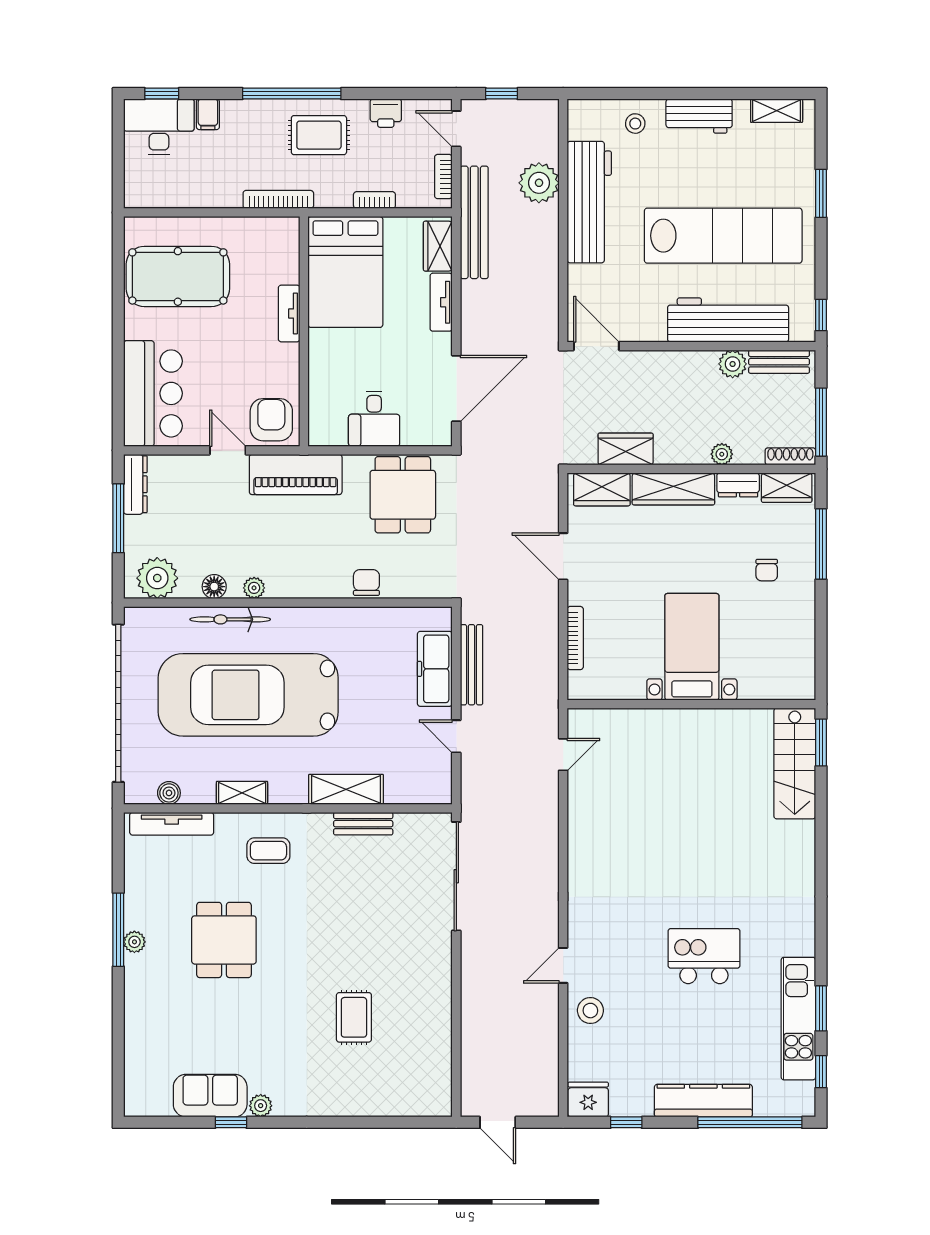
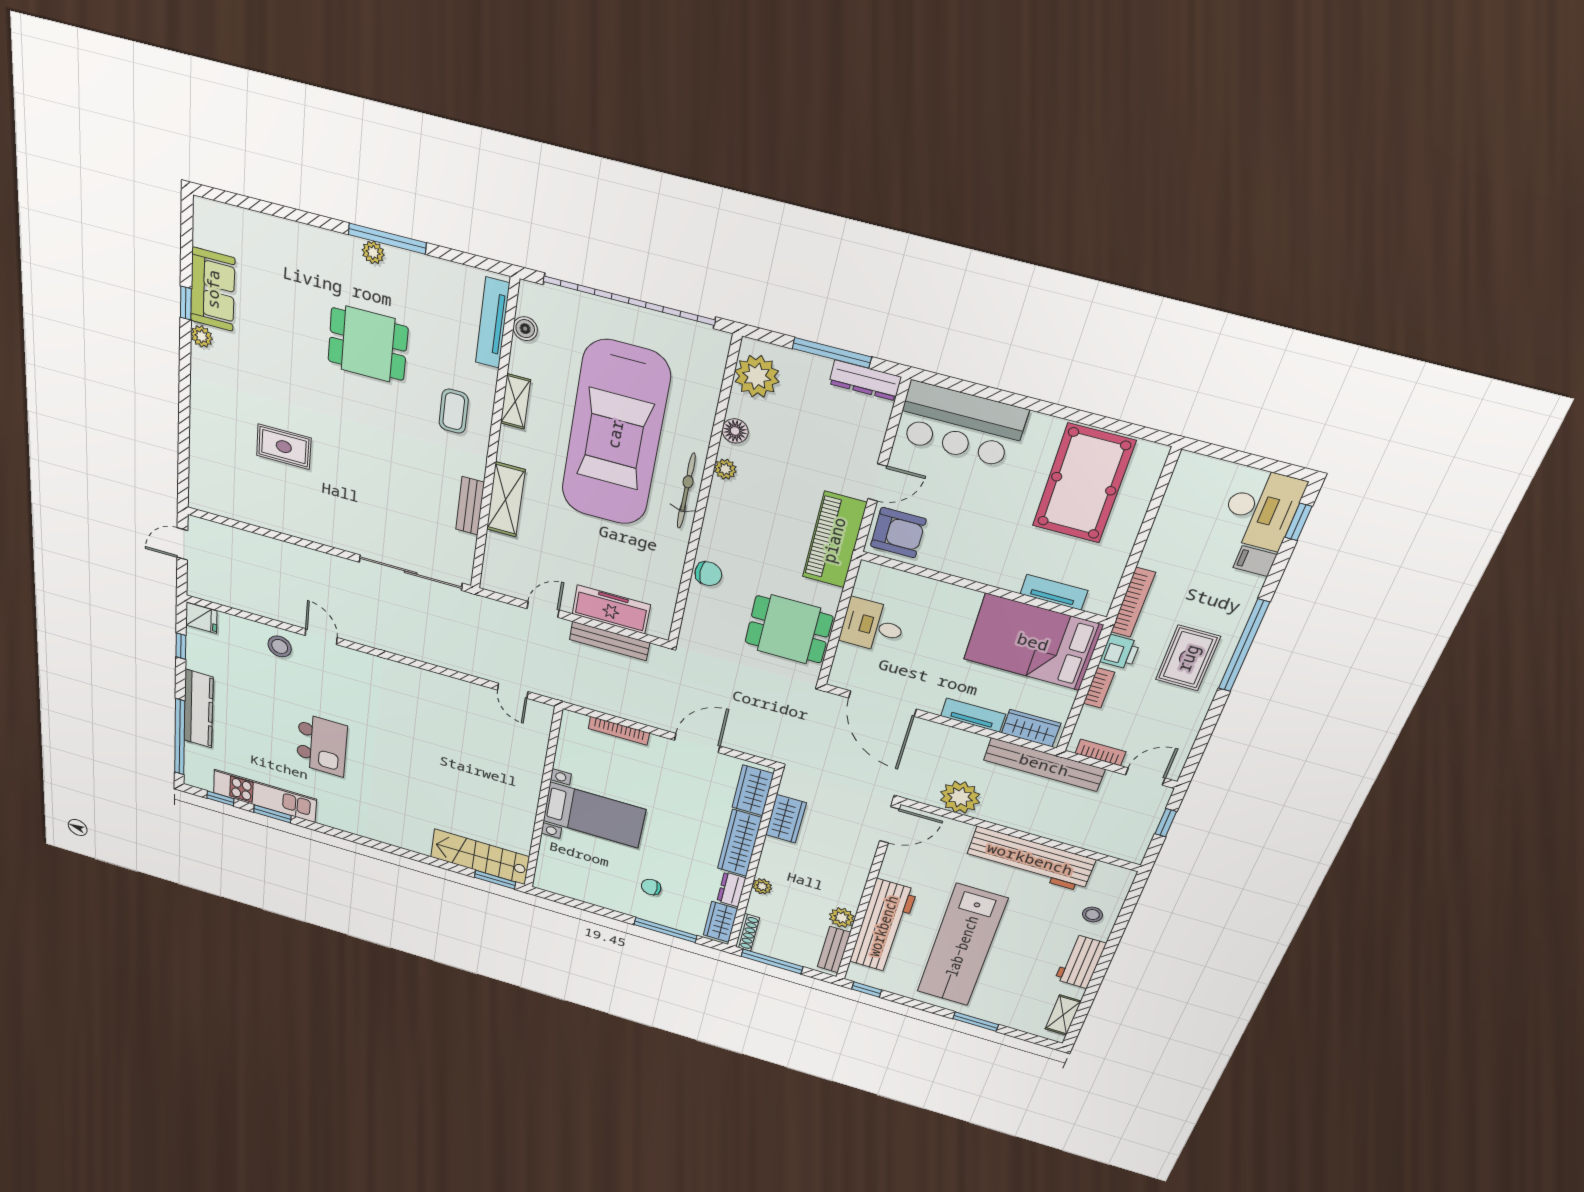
printer: (386, 113) -> (1120, 652), moved, turned 180
plant: (539, 183) -> (960, 797), moved
tv unit: (289, 313) -> (1054, 592), moved
bicycle: (230, 619) -> (686, 491), moved
car: (248, 695) -> (615, 434), turned 180
fridge: (588, 1100) -> (201, 618), width x0.72

